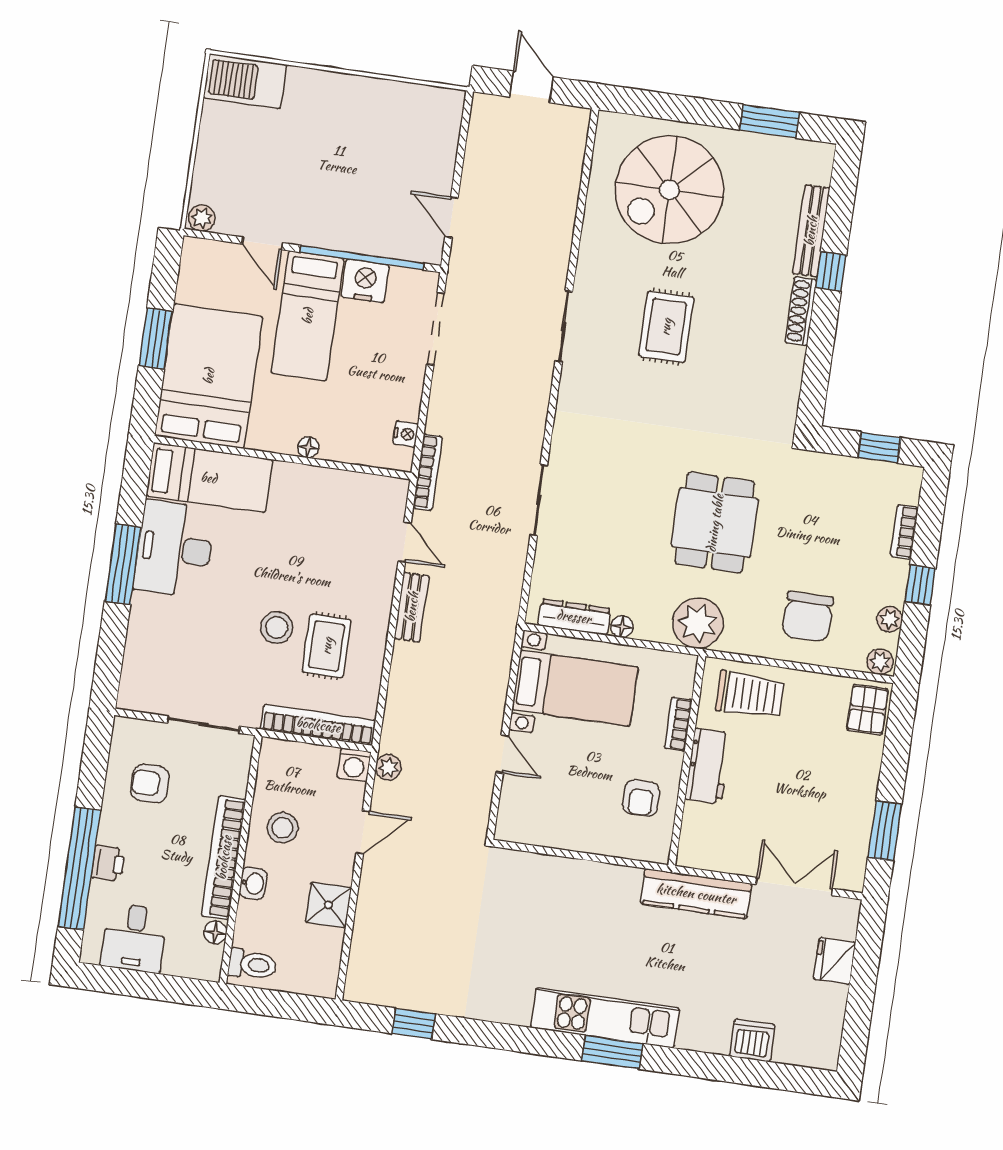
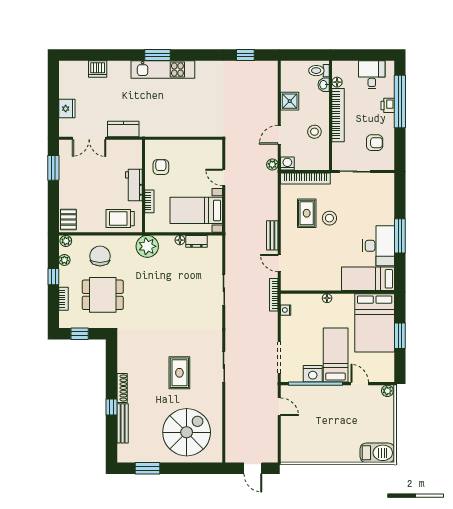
dining table: (715, 523) -> (103, 295), moved, turned 90
dresser: (574, 617) -> (196, 241), width x0.70
washbasin: (253, 883) -> (324, 85), moved
kitchen counter: (696, 894) -> (123, 129), width x0.67

